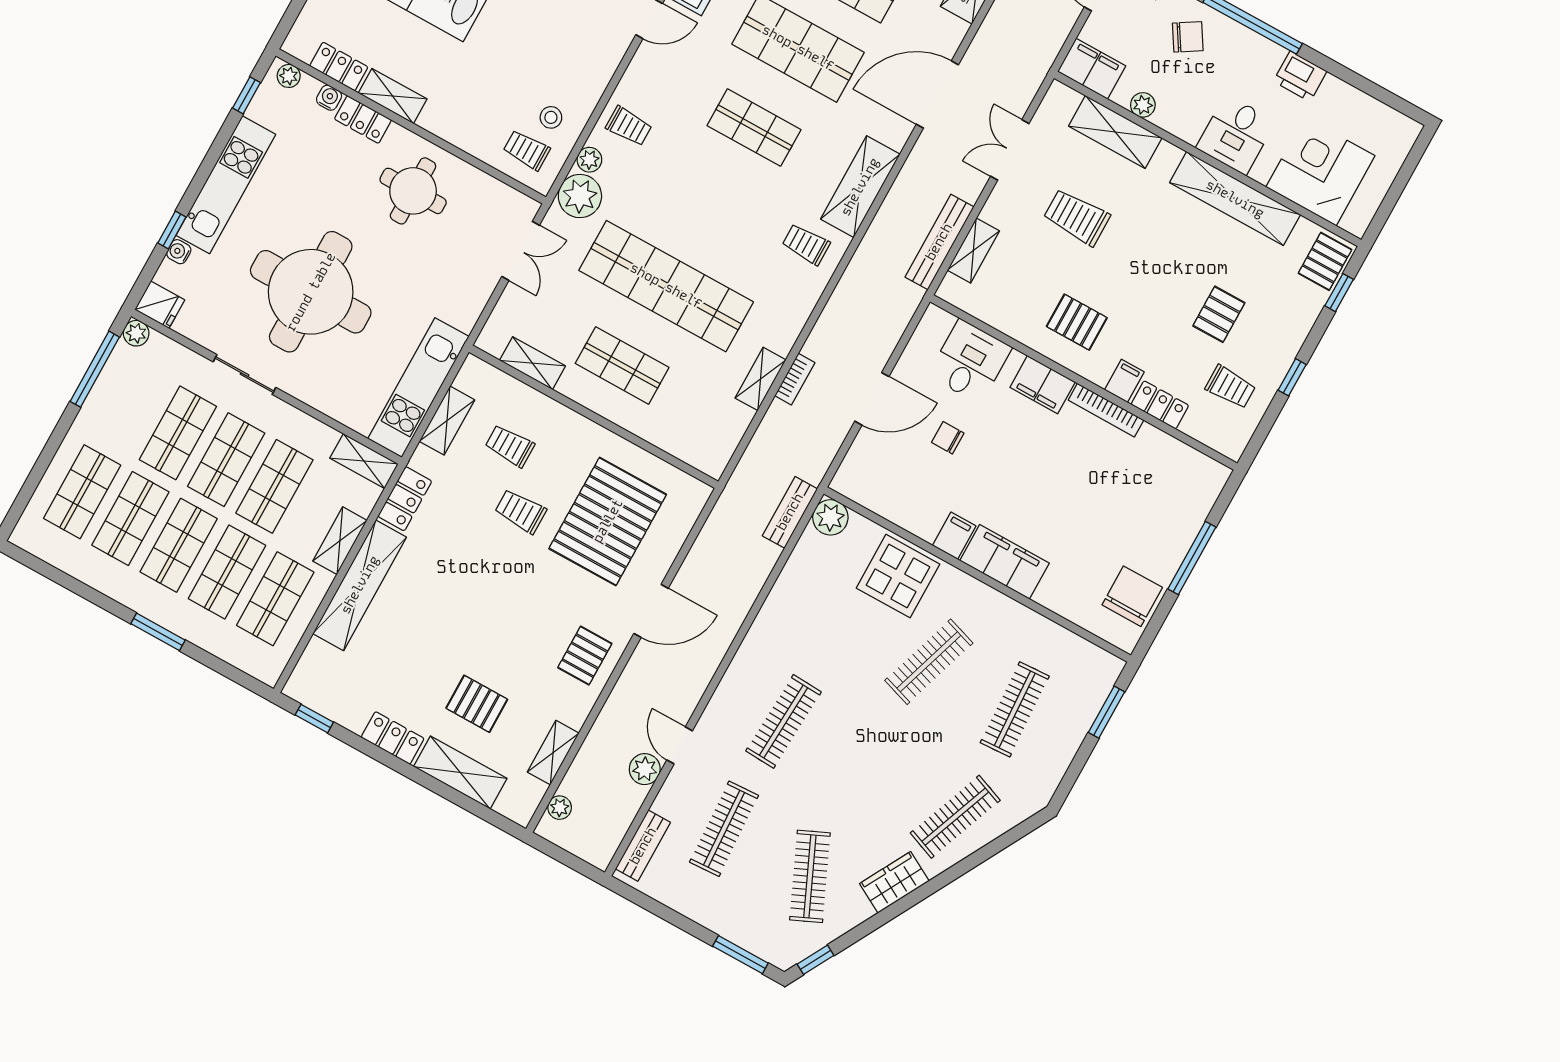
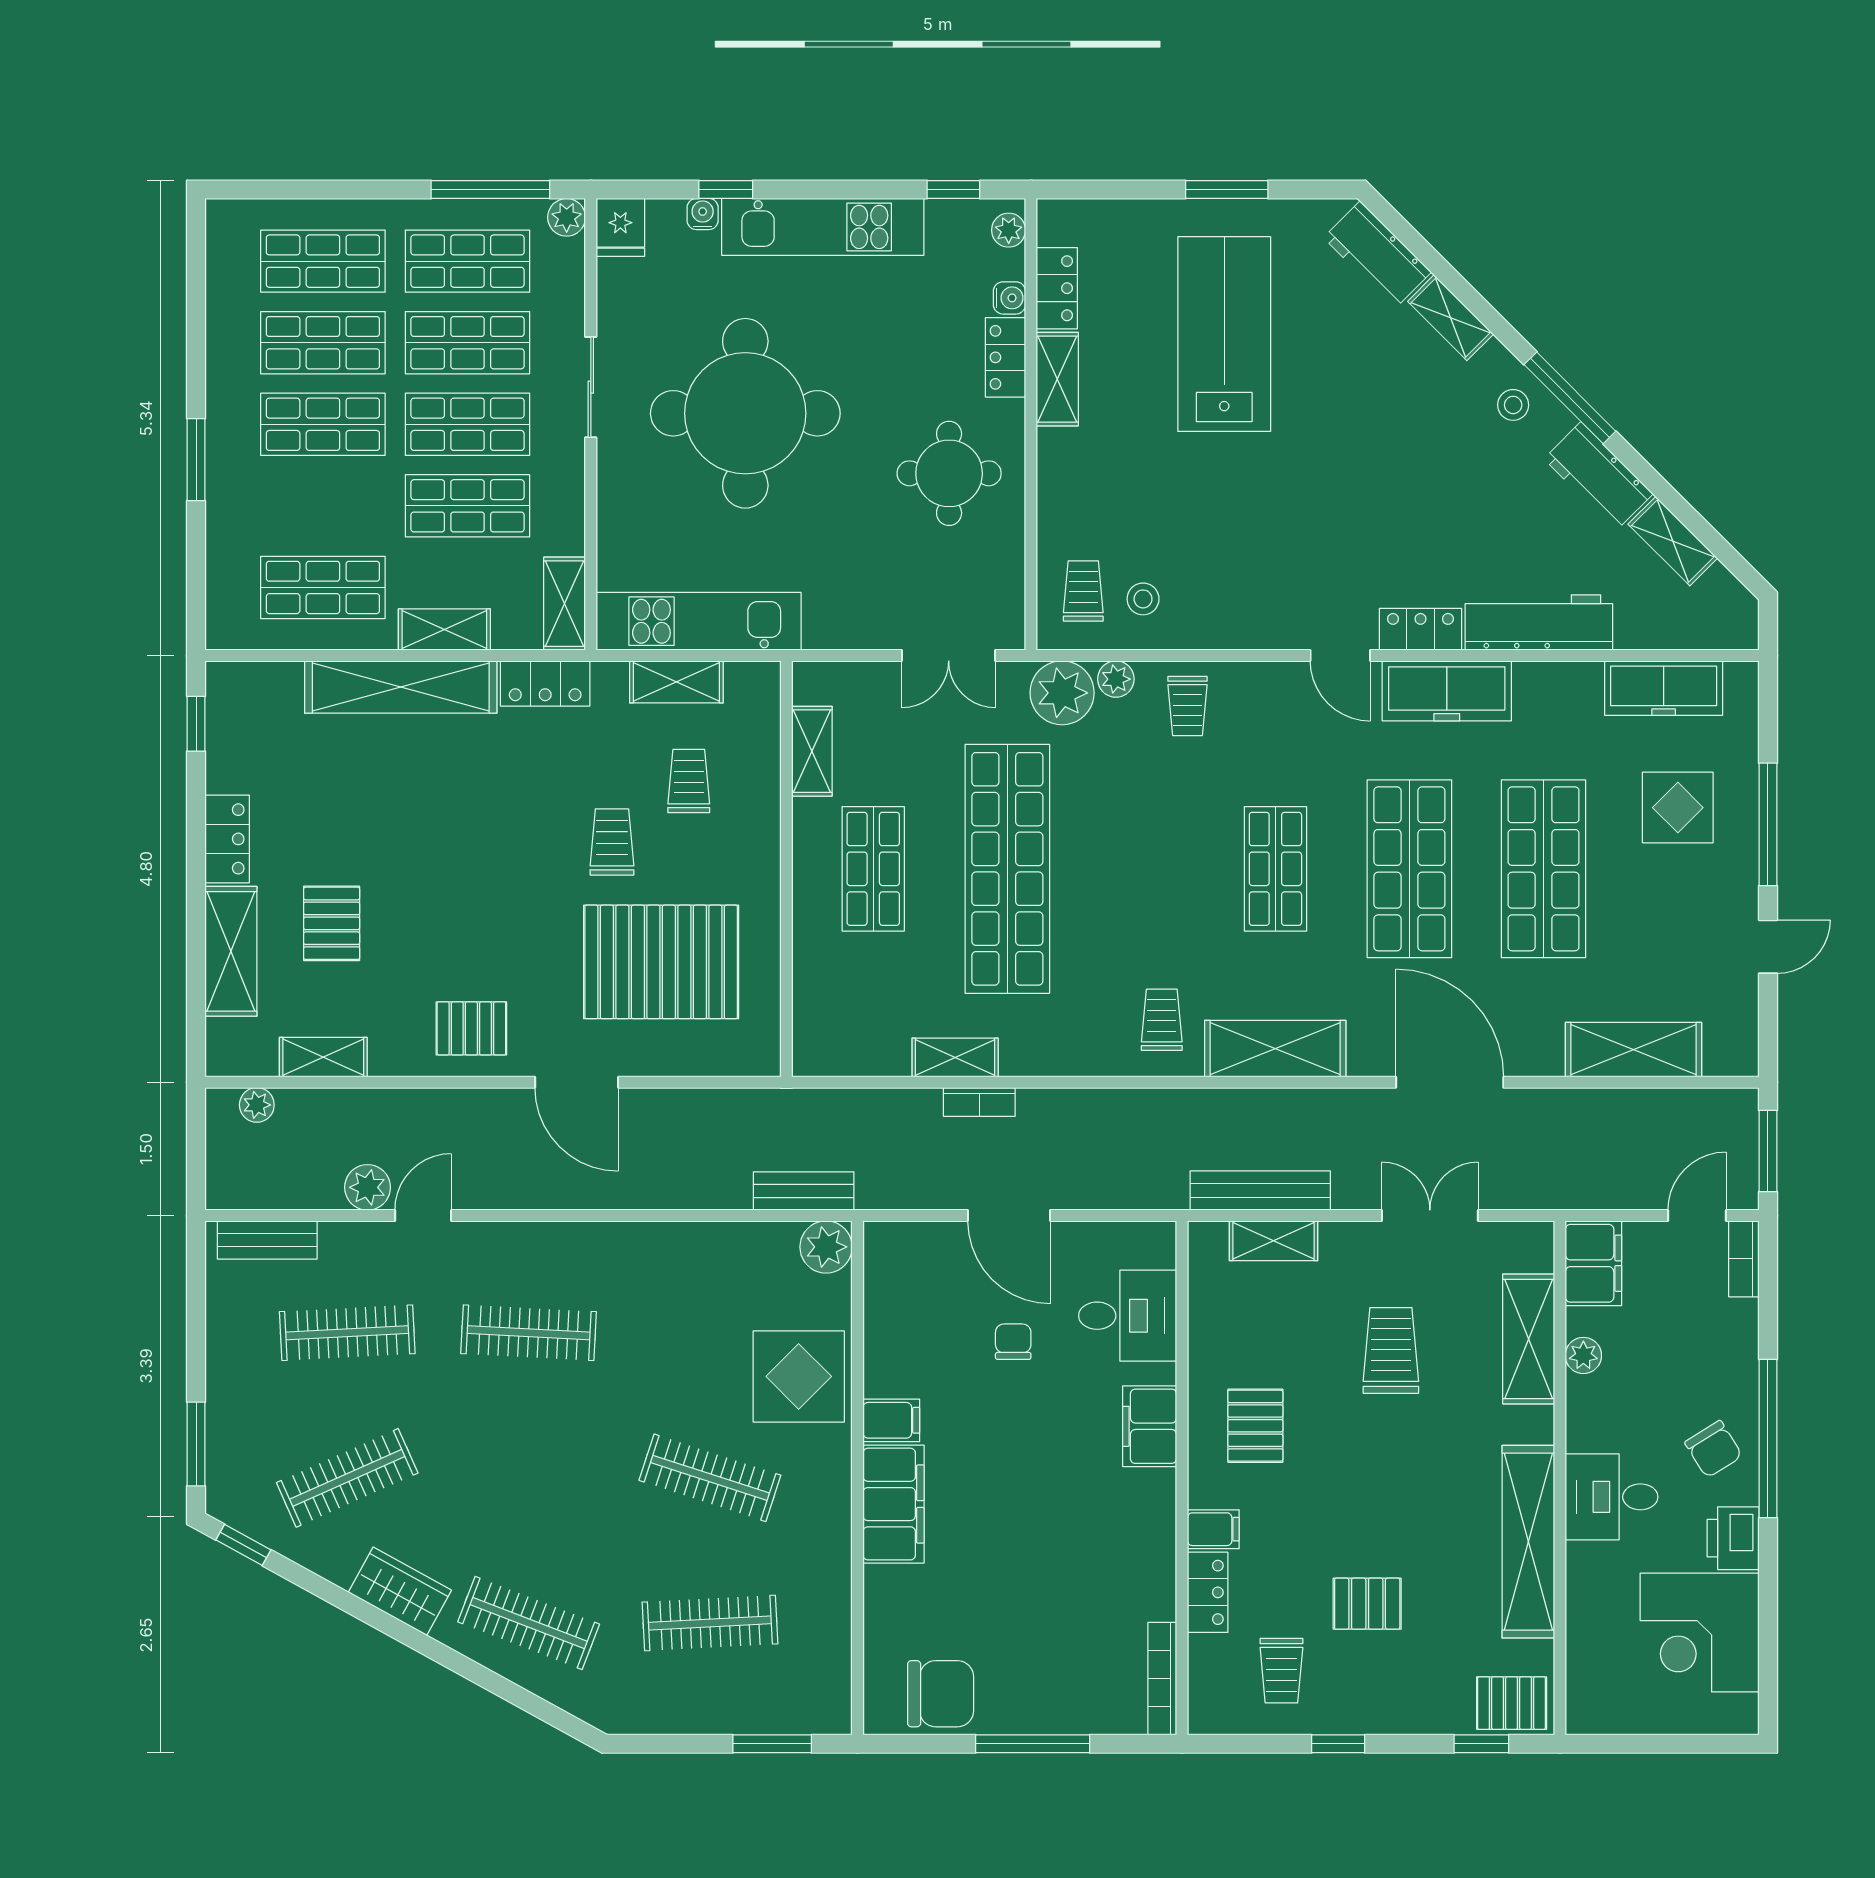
chair: (1188, 37) -> (1714, 1449), moved
corner desk: (1320, 171) -> (1700, 1633), moved, turned 180
bookcase: (1106, 410) -> (1162, 1679), moved
shop shelf: (227, 572) -> (468, 261), moved

